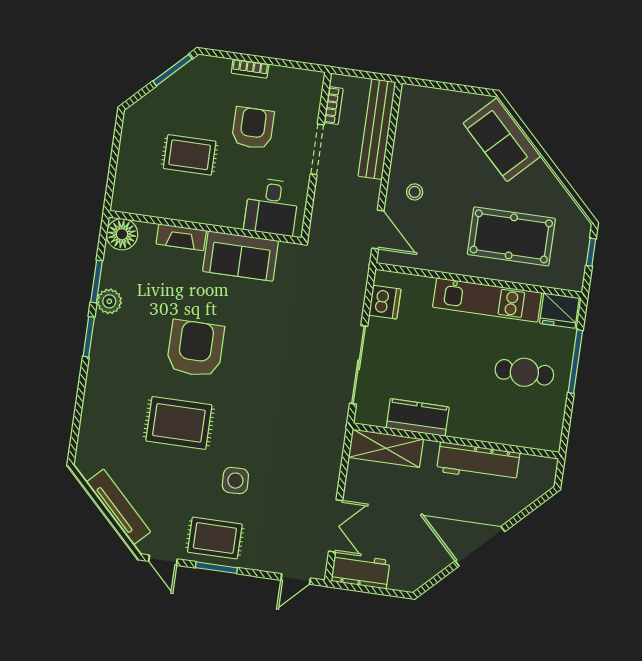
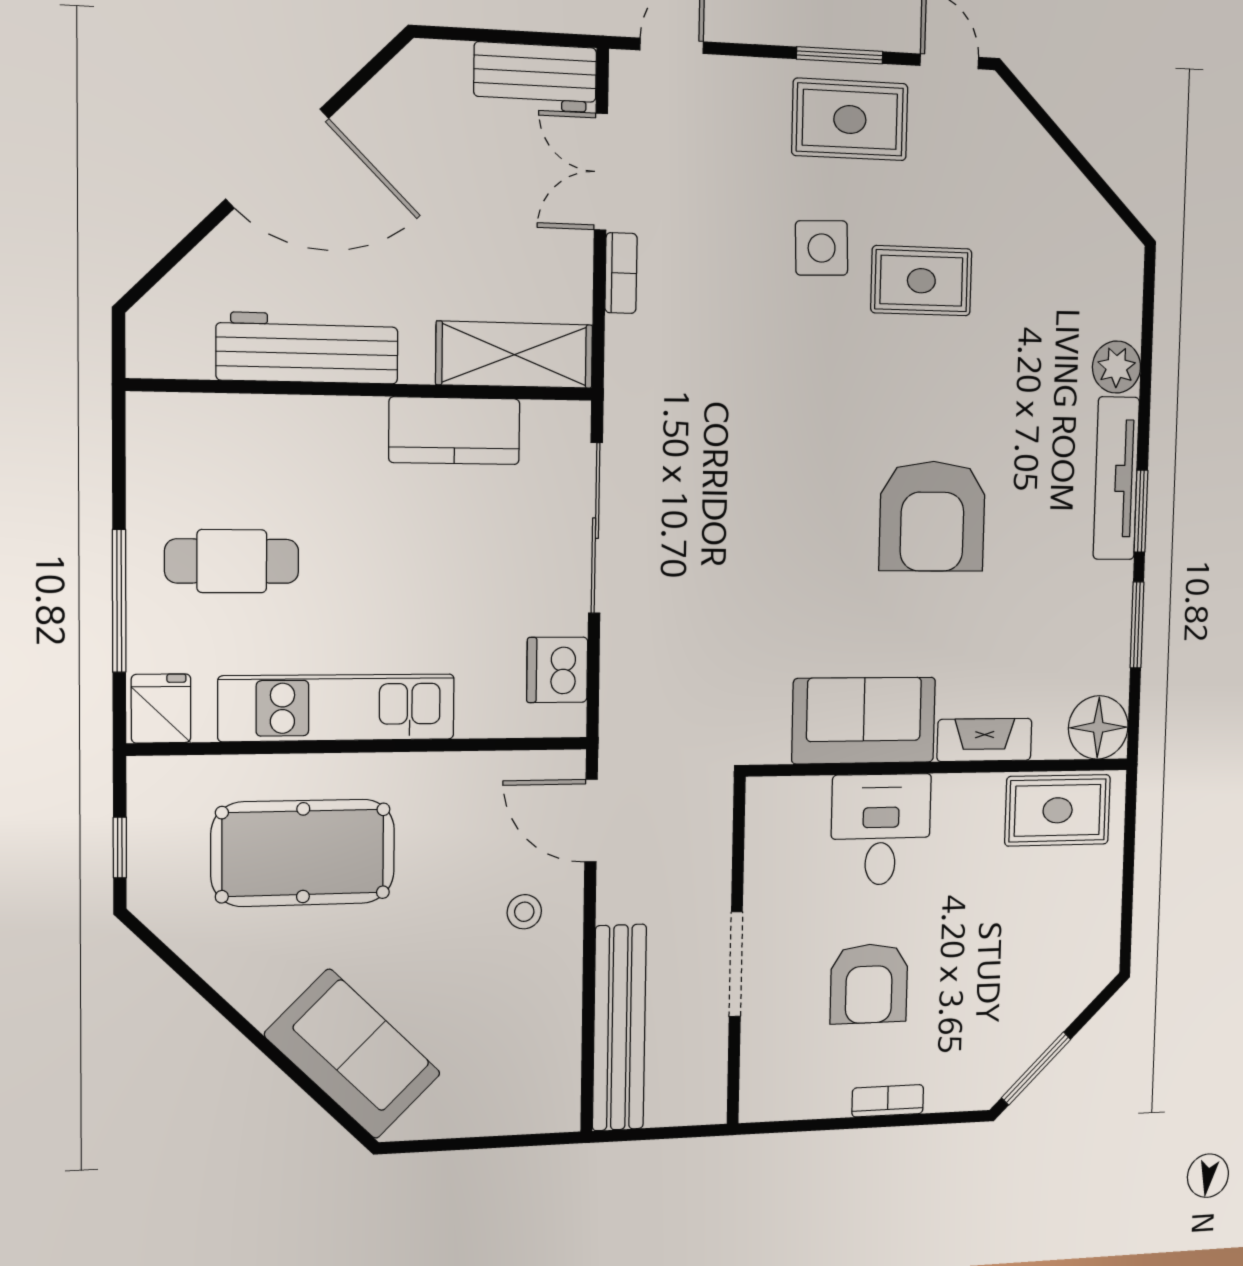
bookcase: (334, 106) -> (621, 273), moved, turned 180
rug: (190, 155) -> (1058, 810), moved
desk: (272, 207) -> (881, 830), moved
plant: (109, 301) -> (1116, 367), moved
fridge: (559, 311) -> (161, 709), width x0.72
rug: (179, 423) -> (921, 281), moved, width x0.73, depth x0.70
tv unit: (119, 507) -> (1116, 478), moved, turned 45

